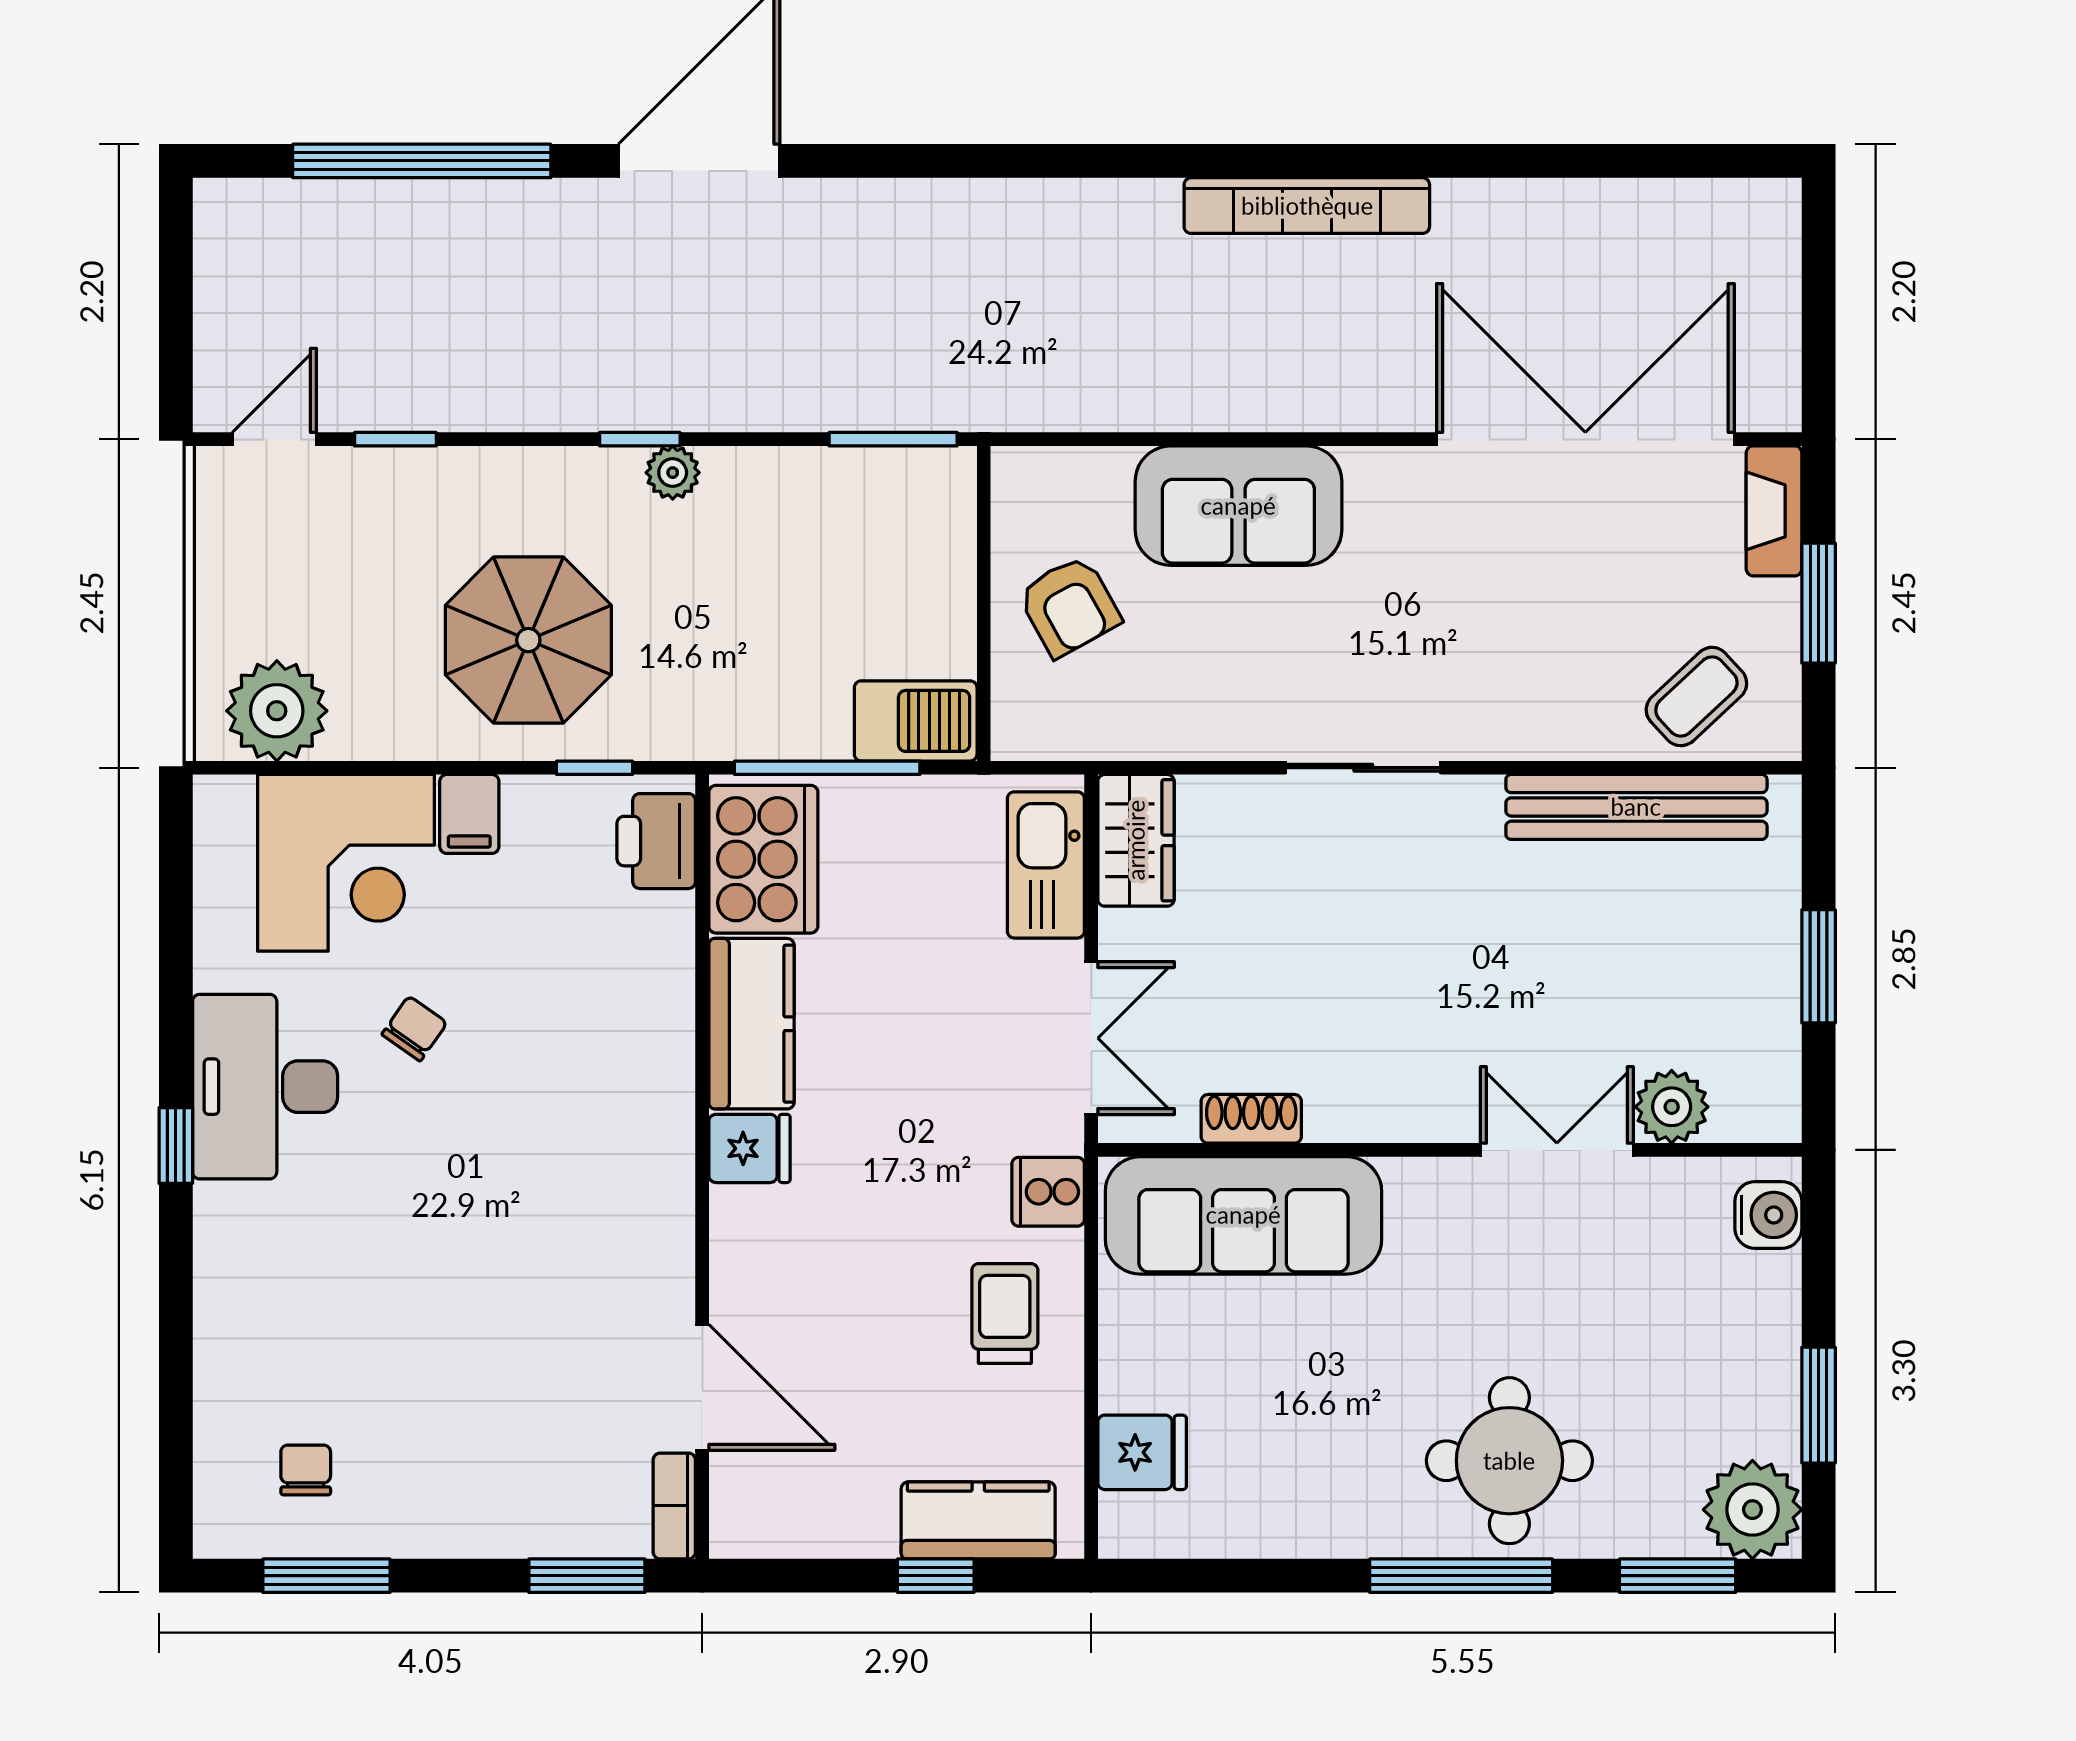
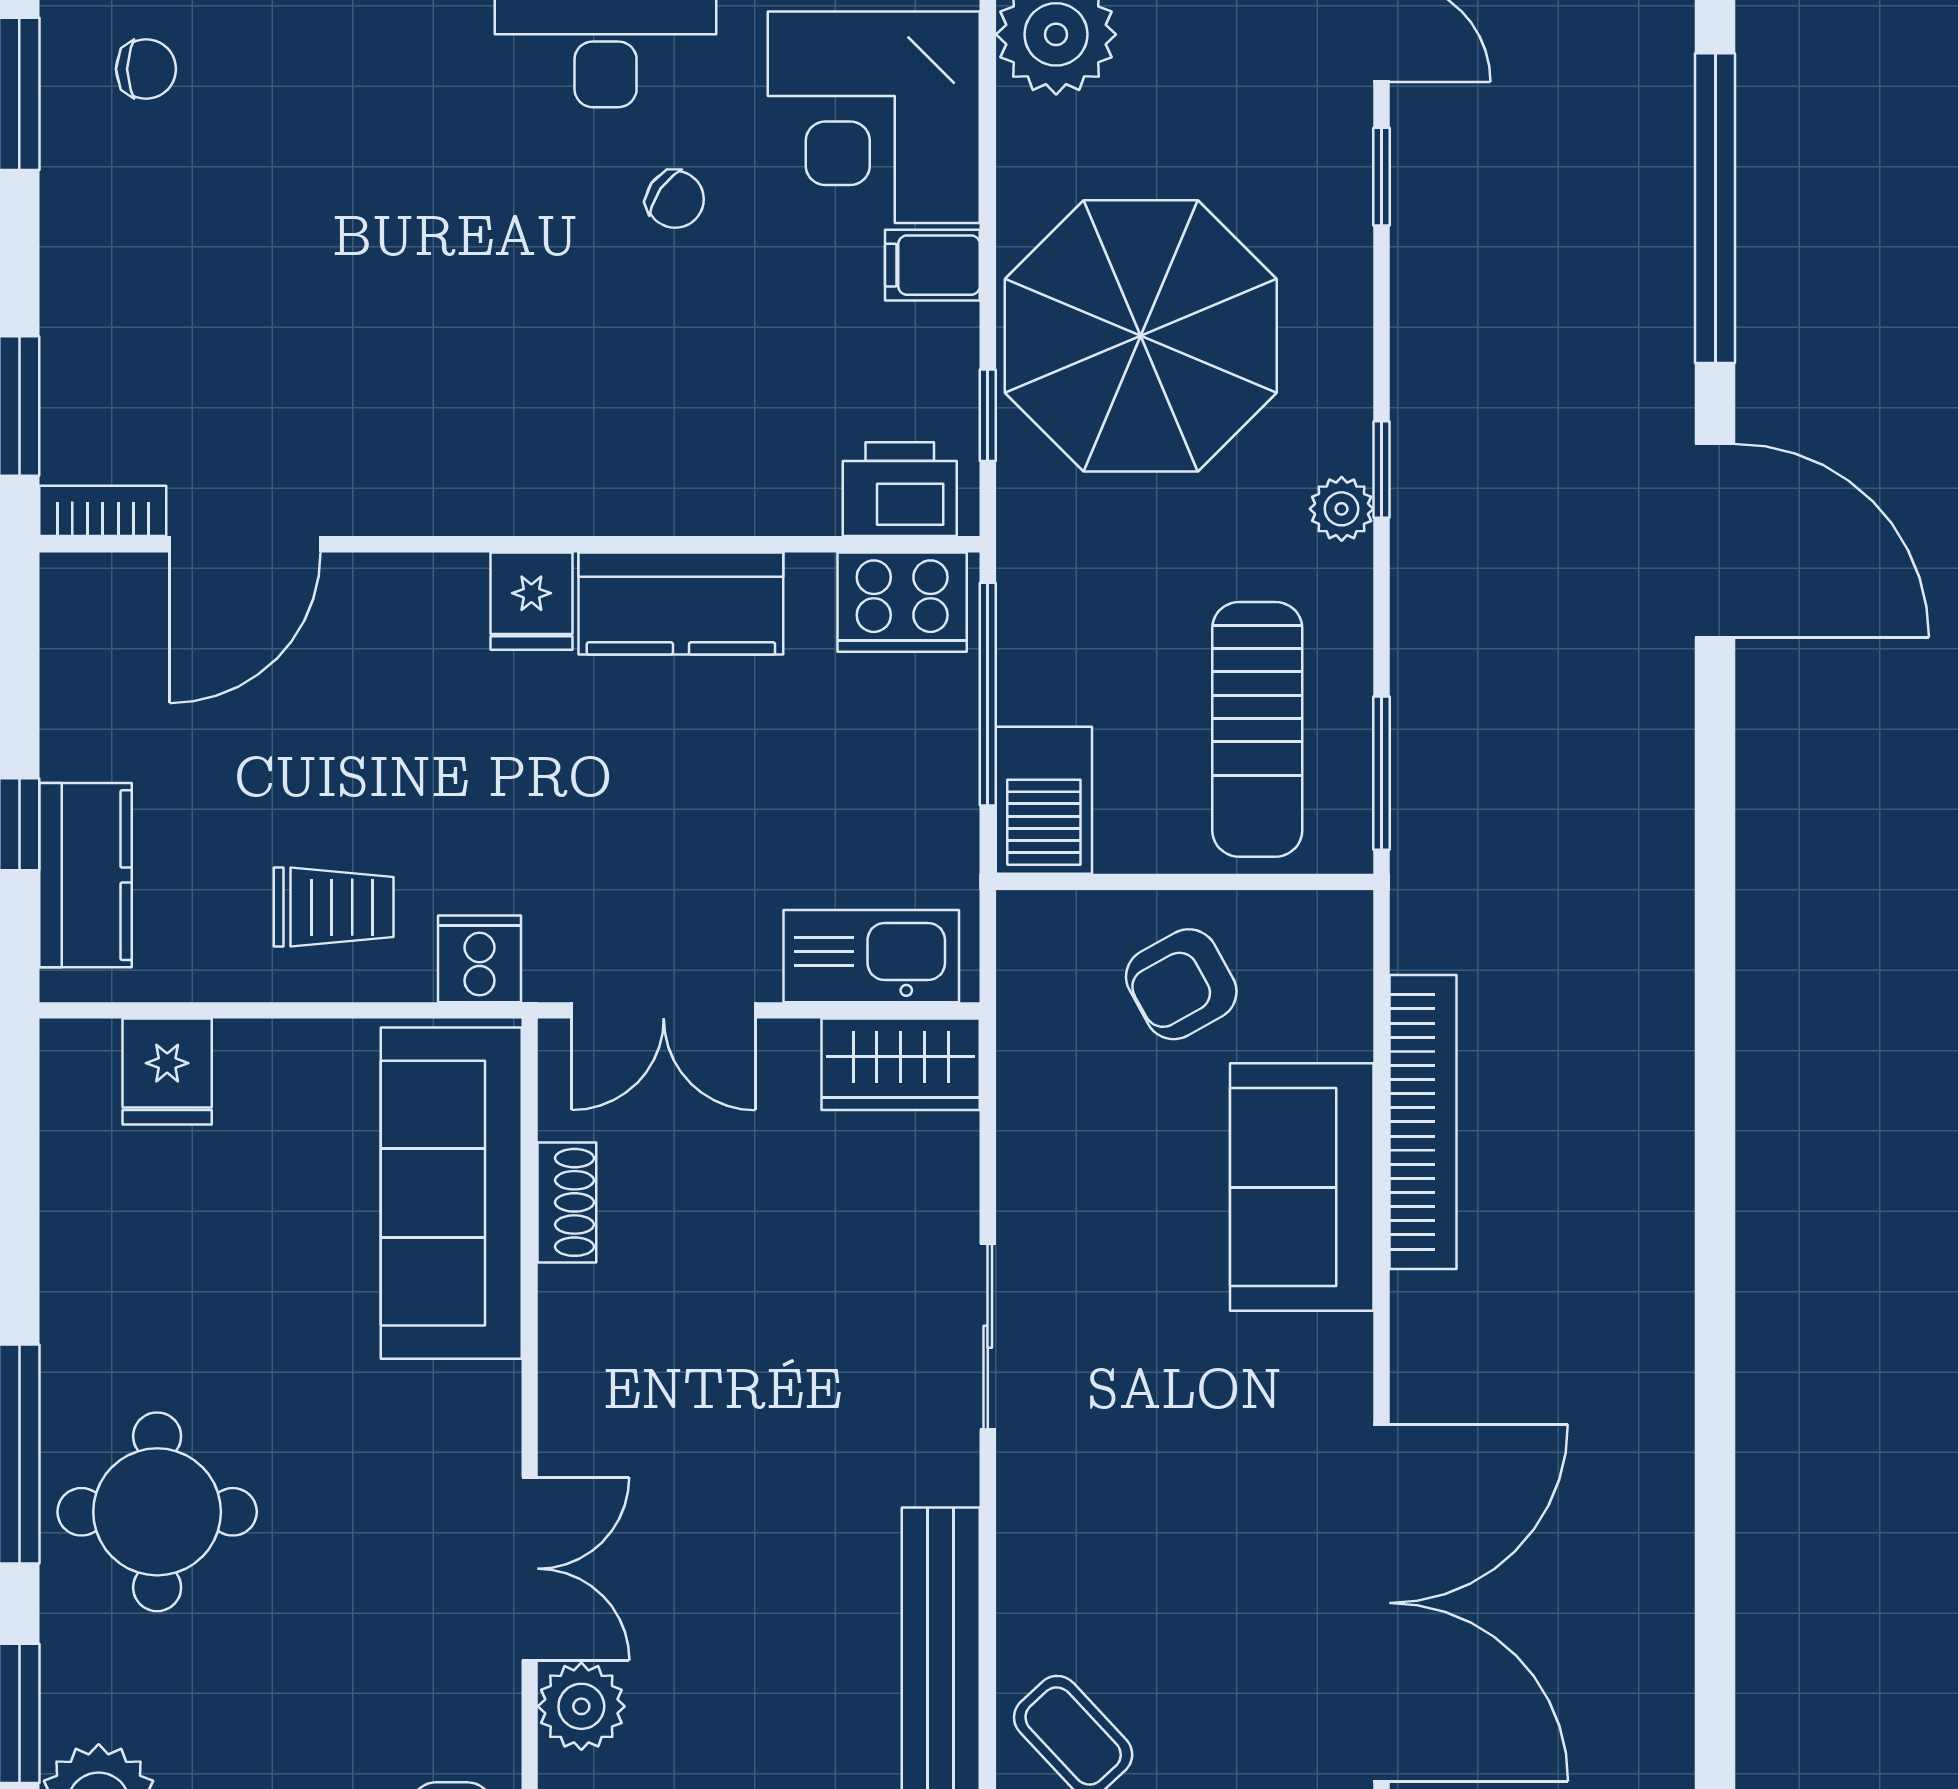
bookcase: (1307, 206) -> (1423, 1122), moved, turned 180
sun lounger: (857, 543) -> (1257, 729), added
parasol: (528, 640) -> (1141, 336), width x1.36, depth x1.36
cooker: (763, 859) -> (902, 602), width x0.73, depth x0.76

